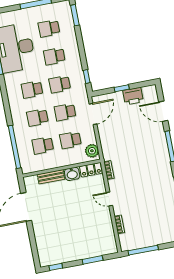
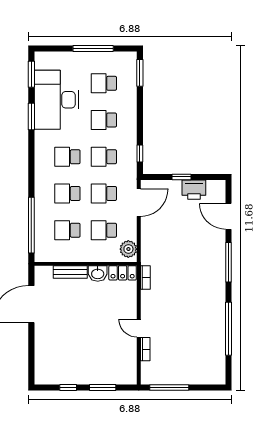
door: (109, 199) -> (139, 328), moved
window: (56, 267) -> (68, 387), moved

